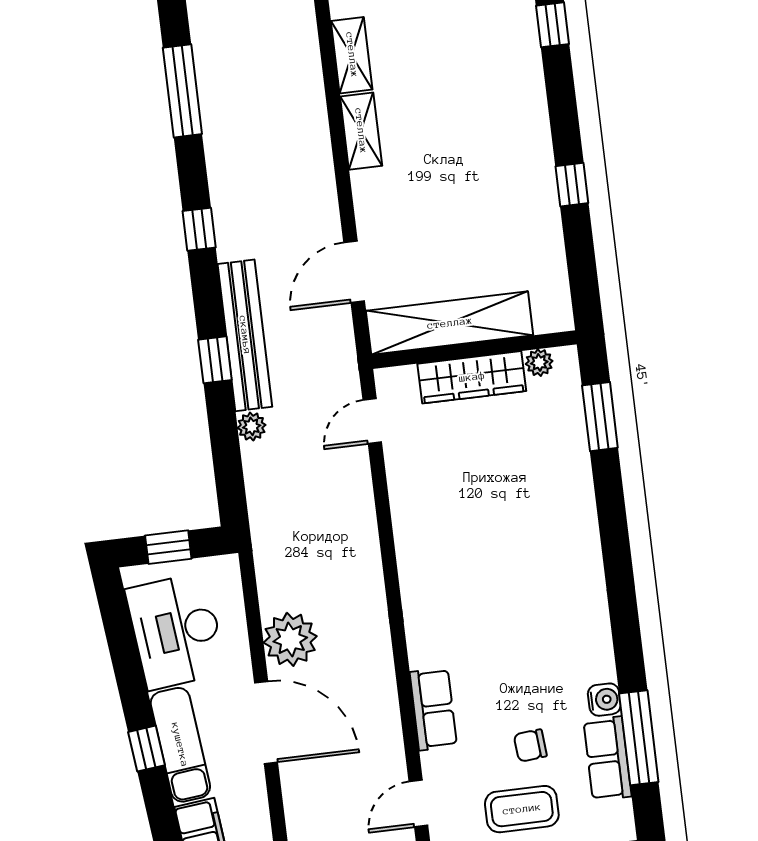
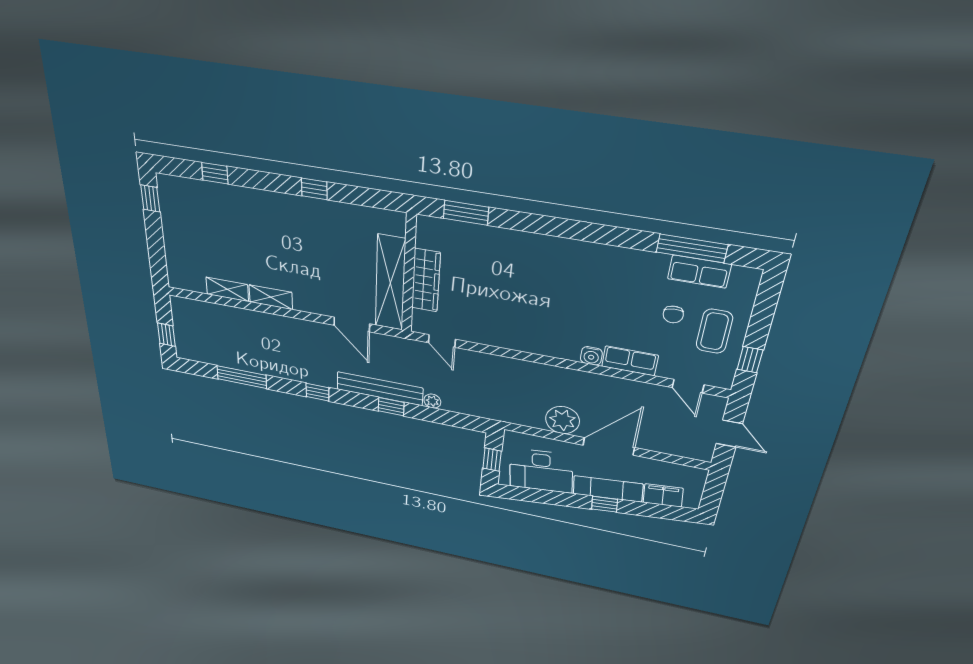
plant: (539, 363) -> (424, 239), removed
water cooler: (604, 700) -> (591, 356), moved, turned 180

